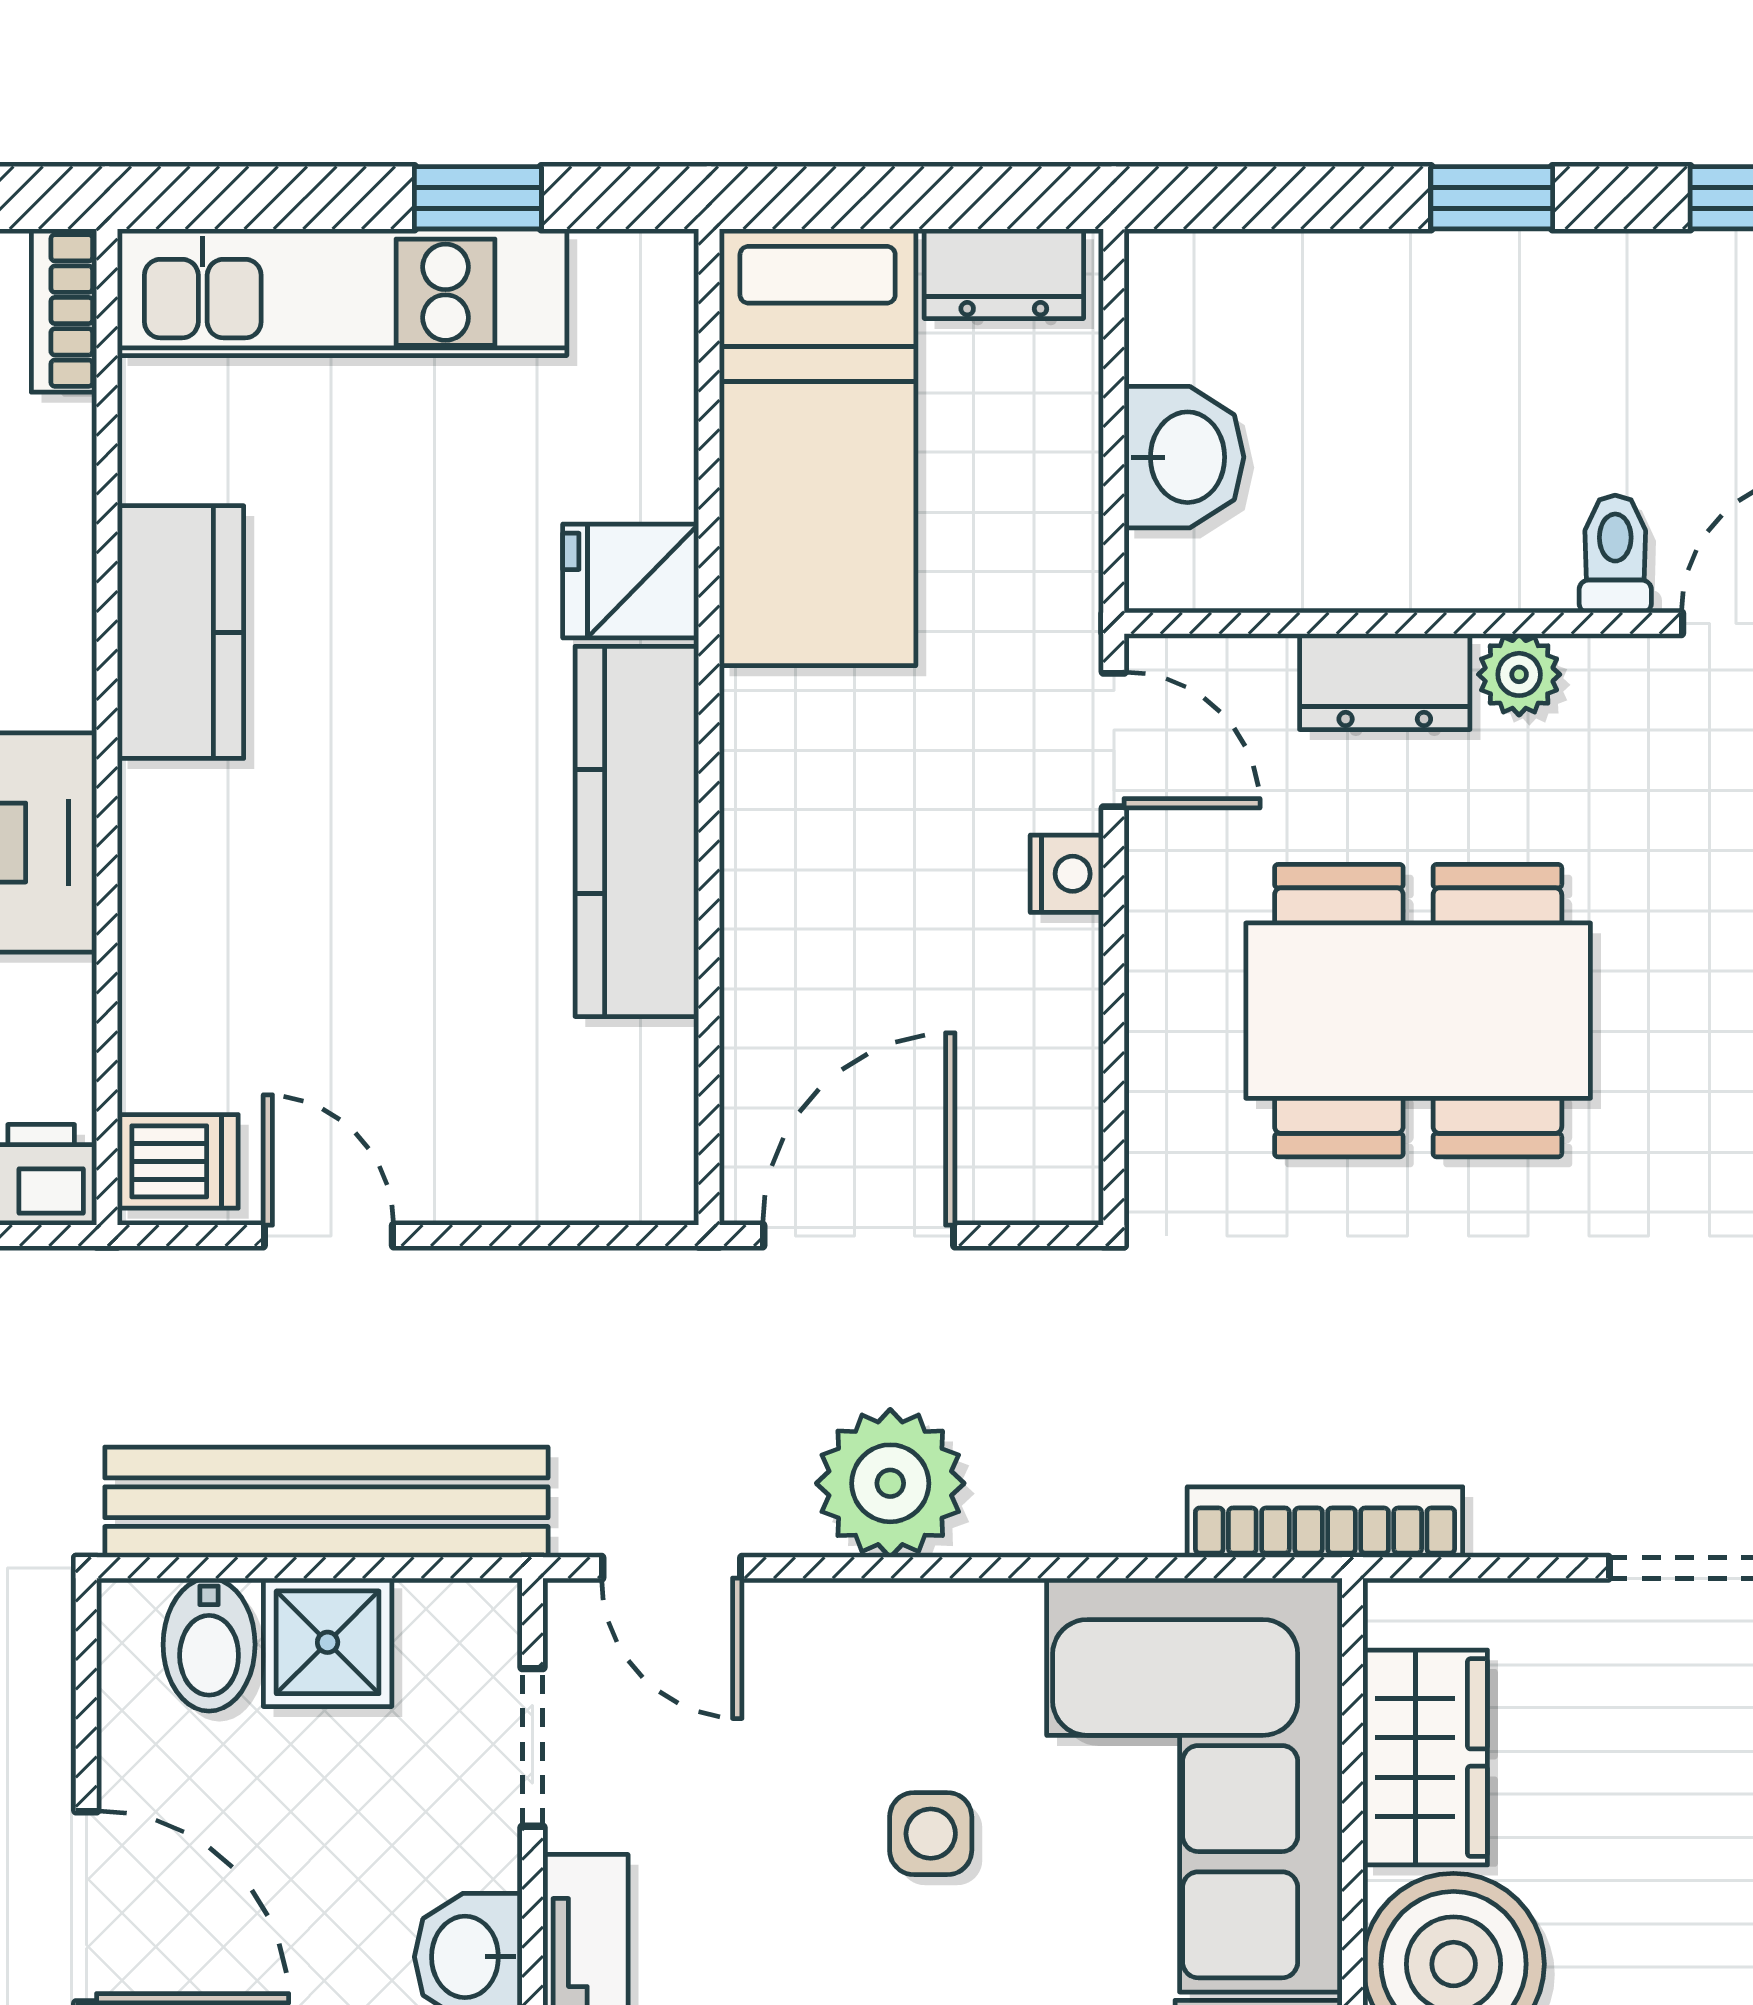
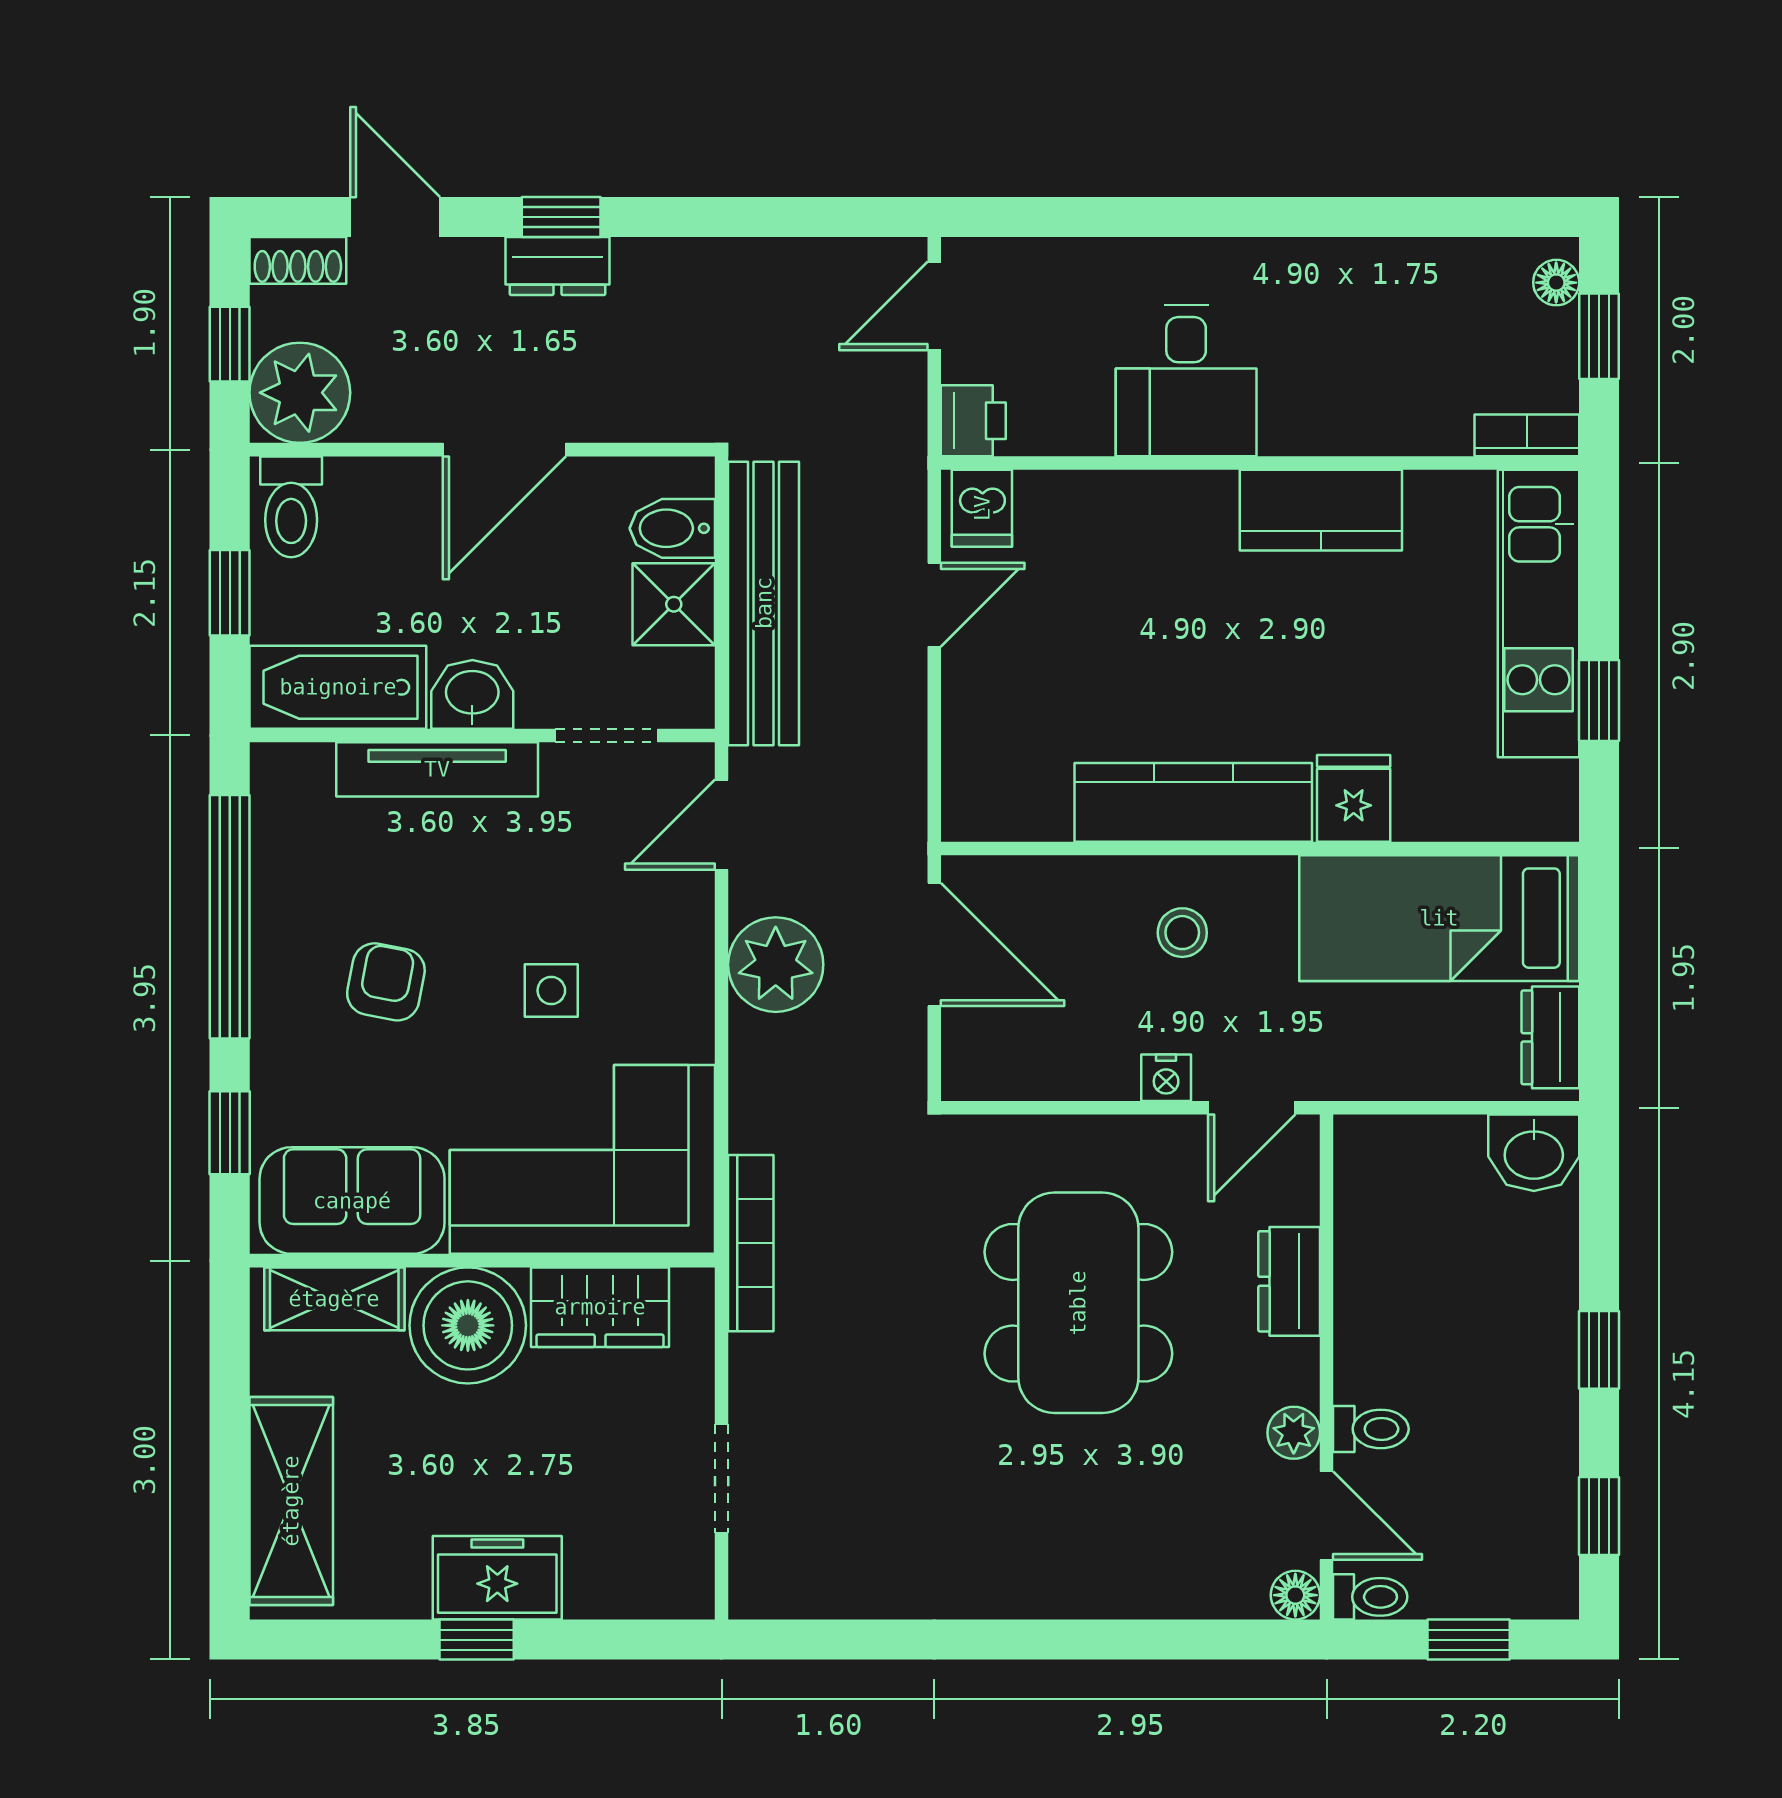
washbasin: (1184, 457) -> (1534, 1153), moved
plant: (1519, 674) -> (1294, 1433), moved
stool: (840, 848) -> (1182, 933), added

